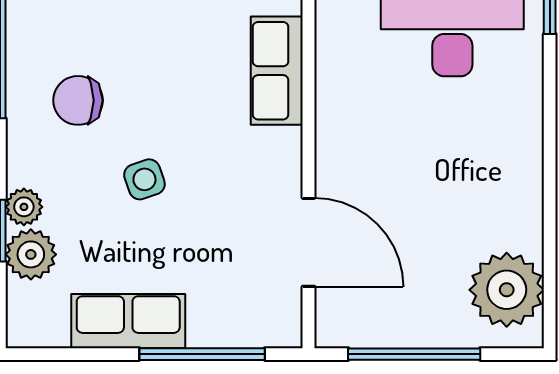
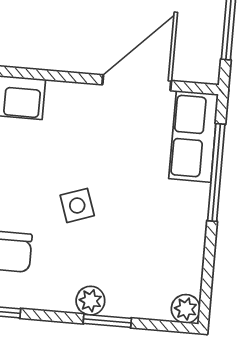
plant: (31, 254) -> (186, 309), moved, width x0.73, depth x0.73
row of seats: (128, 321) -> (194, 136), moved

